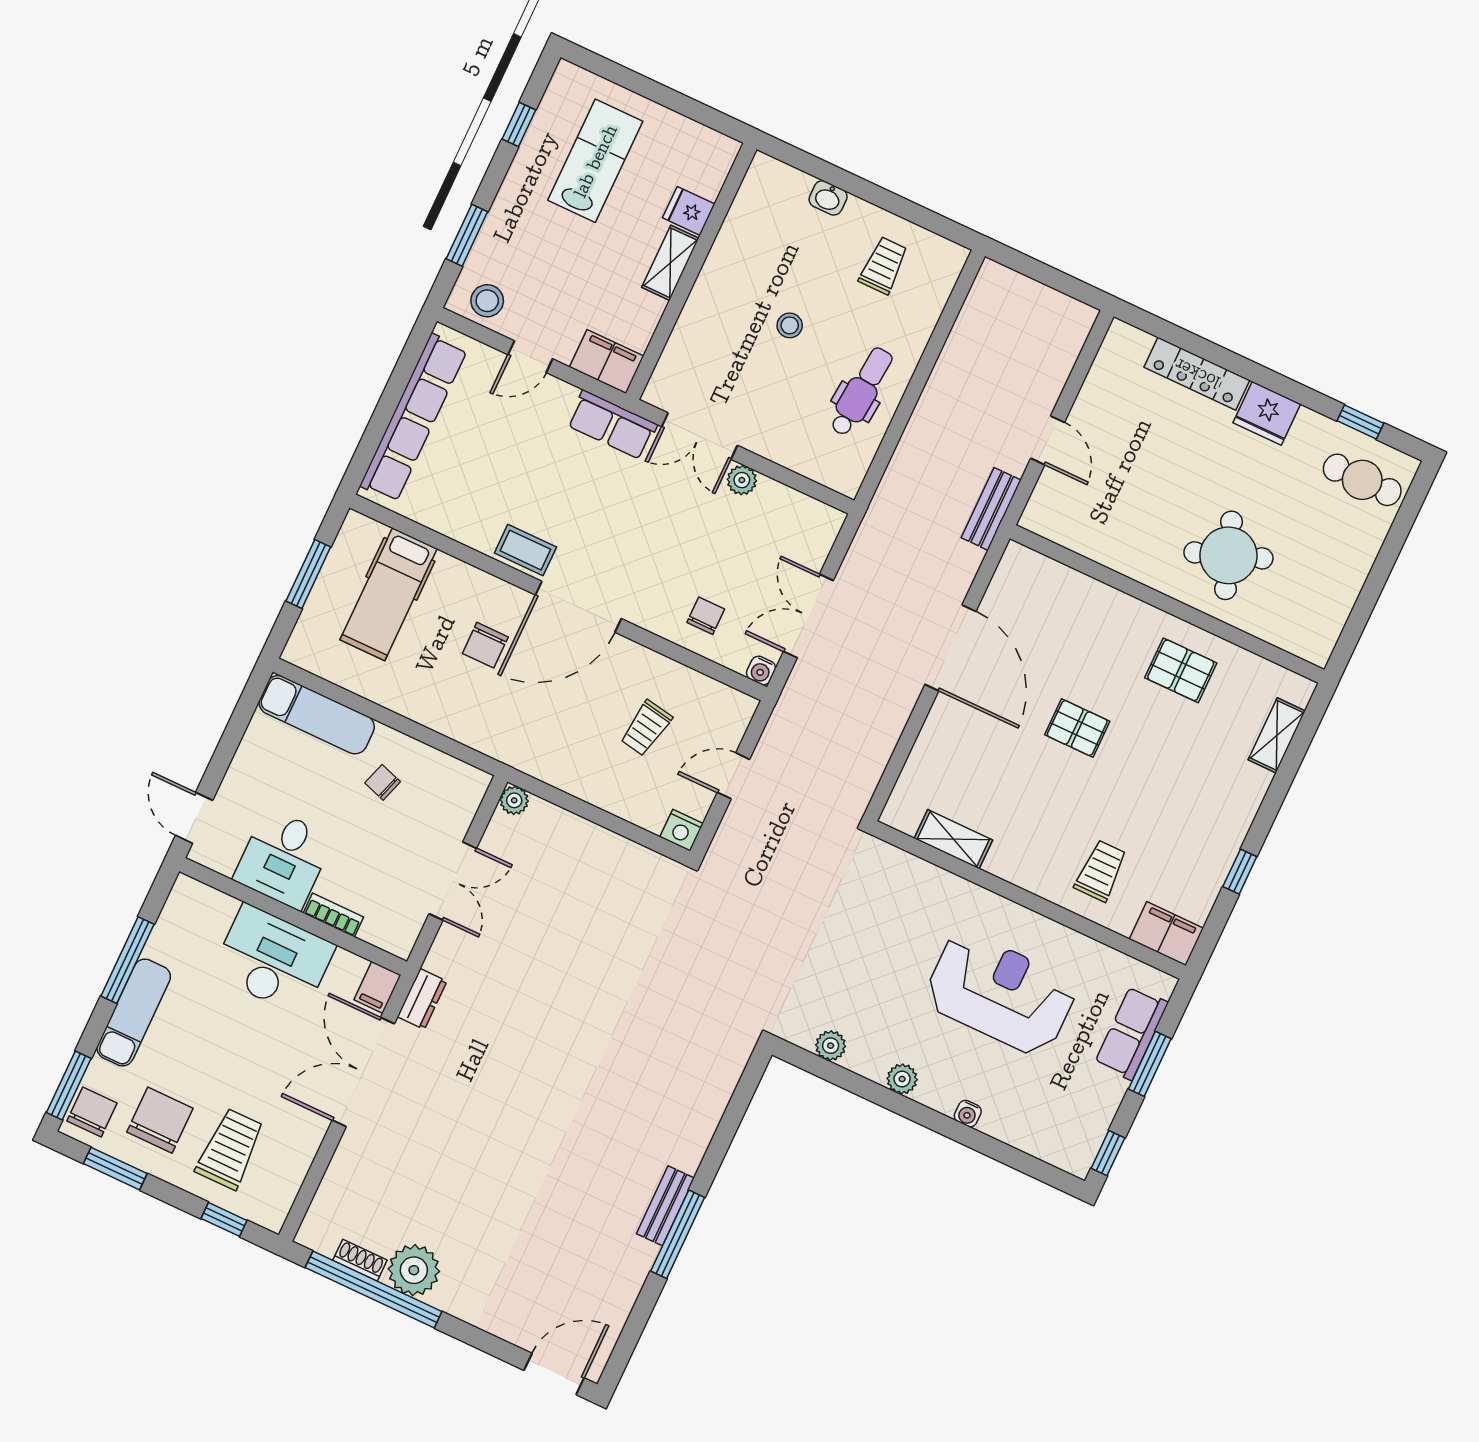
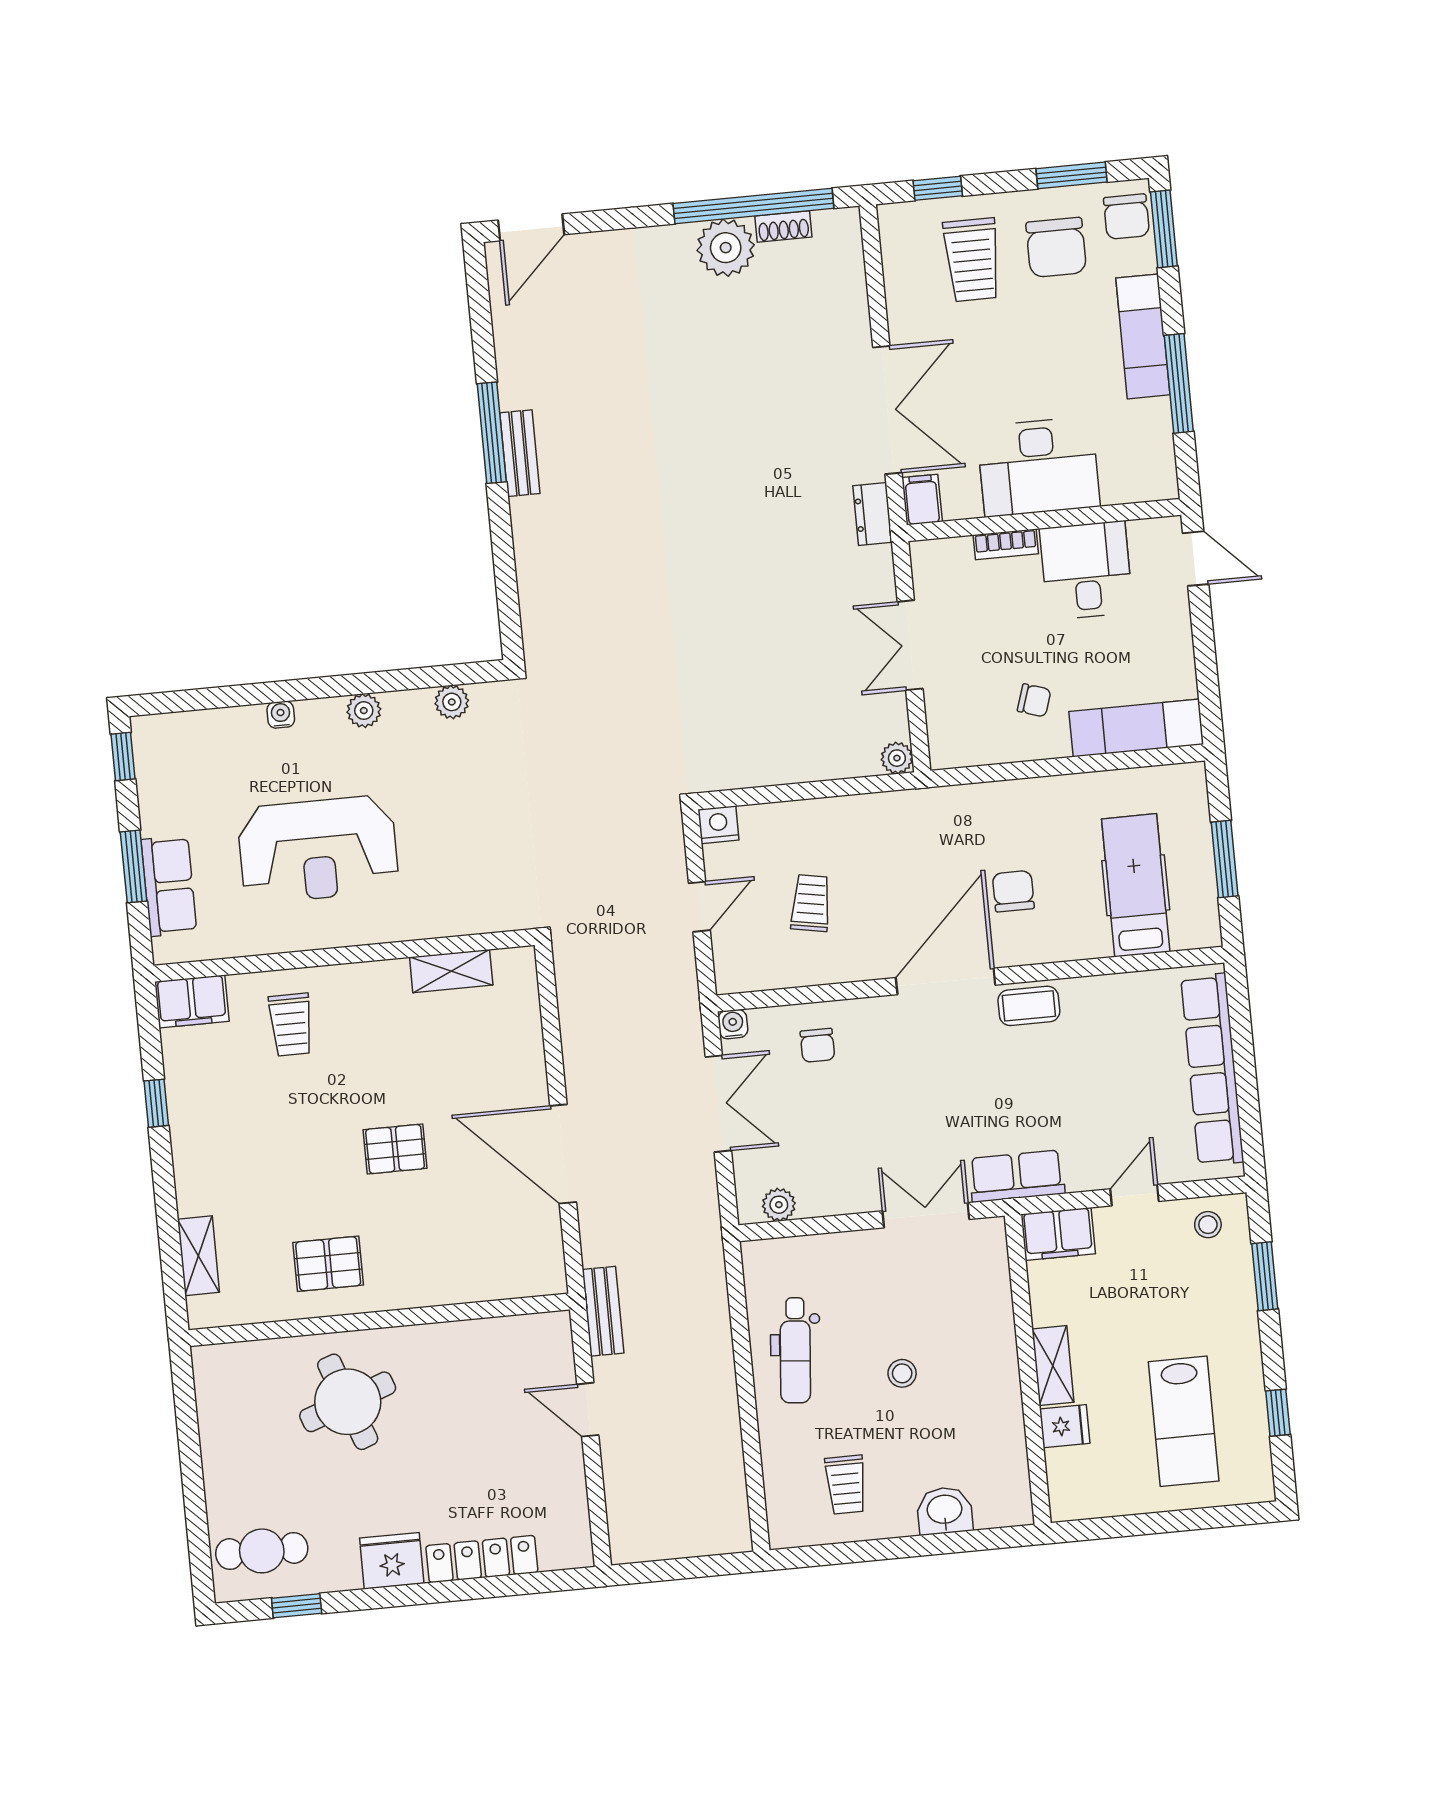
washbasin: (828, 198) -> (945, 1511), width x1.38, depth x1.45
stool: (487, 301) -> (1208, 1225), width x0.73, depth x0.73
plant: (742, 480) -> (779, 1205), moved

